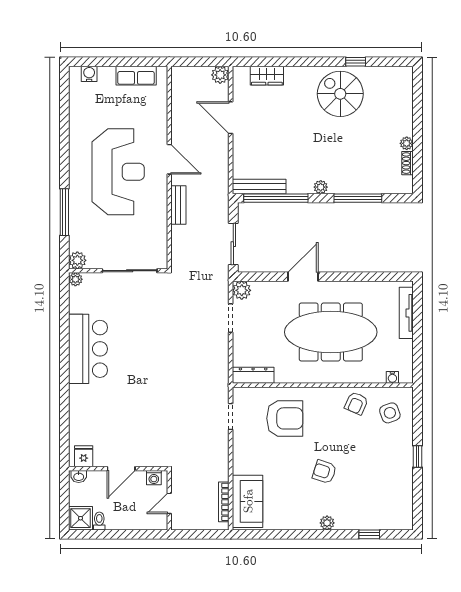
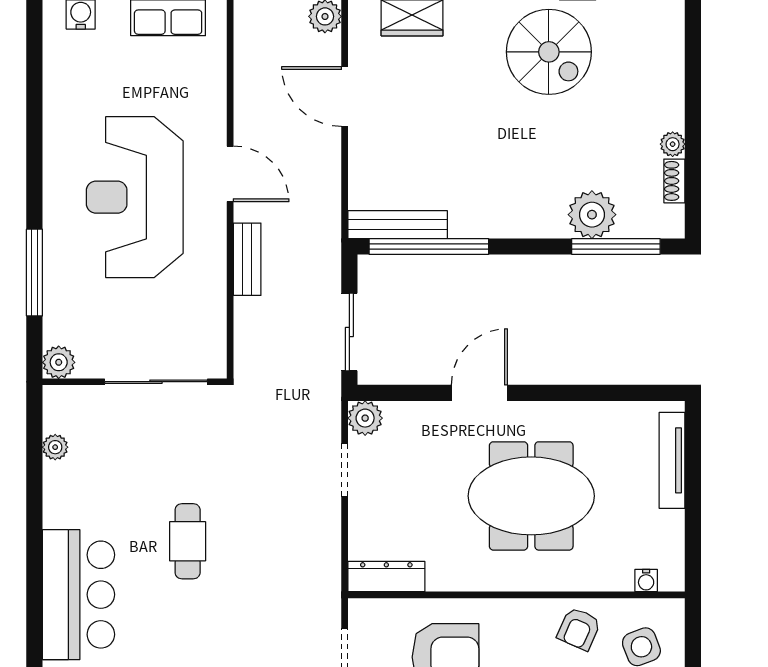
spiral stairs: (340, 94) -> (549, 52), turned 180
reception desk: (118, 172) -> (135, 197), turned 180
plant: (321, 187) -> (592, 215), moved, width x1.87, depth x1.87
window: (358, 198) -> (616, 247), moved
plant: (75, 279) -> (55, 447), moved
meeting table: (331, 332) -> (531, 496), width x0.73
bar counter: (88, 349) -> (78, 595), moved
cafe table: (146, 356) -> (188, 541), added

